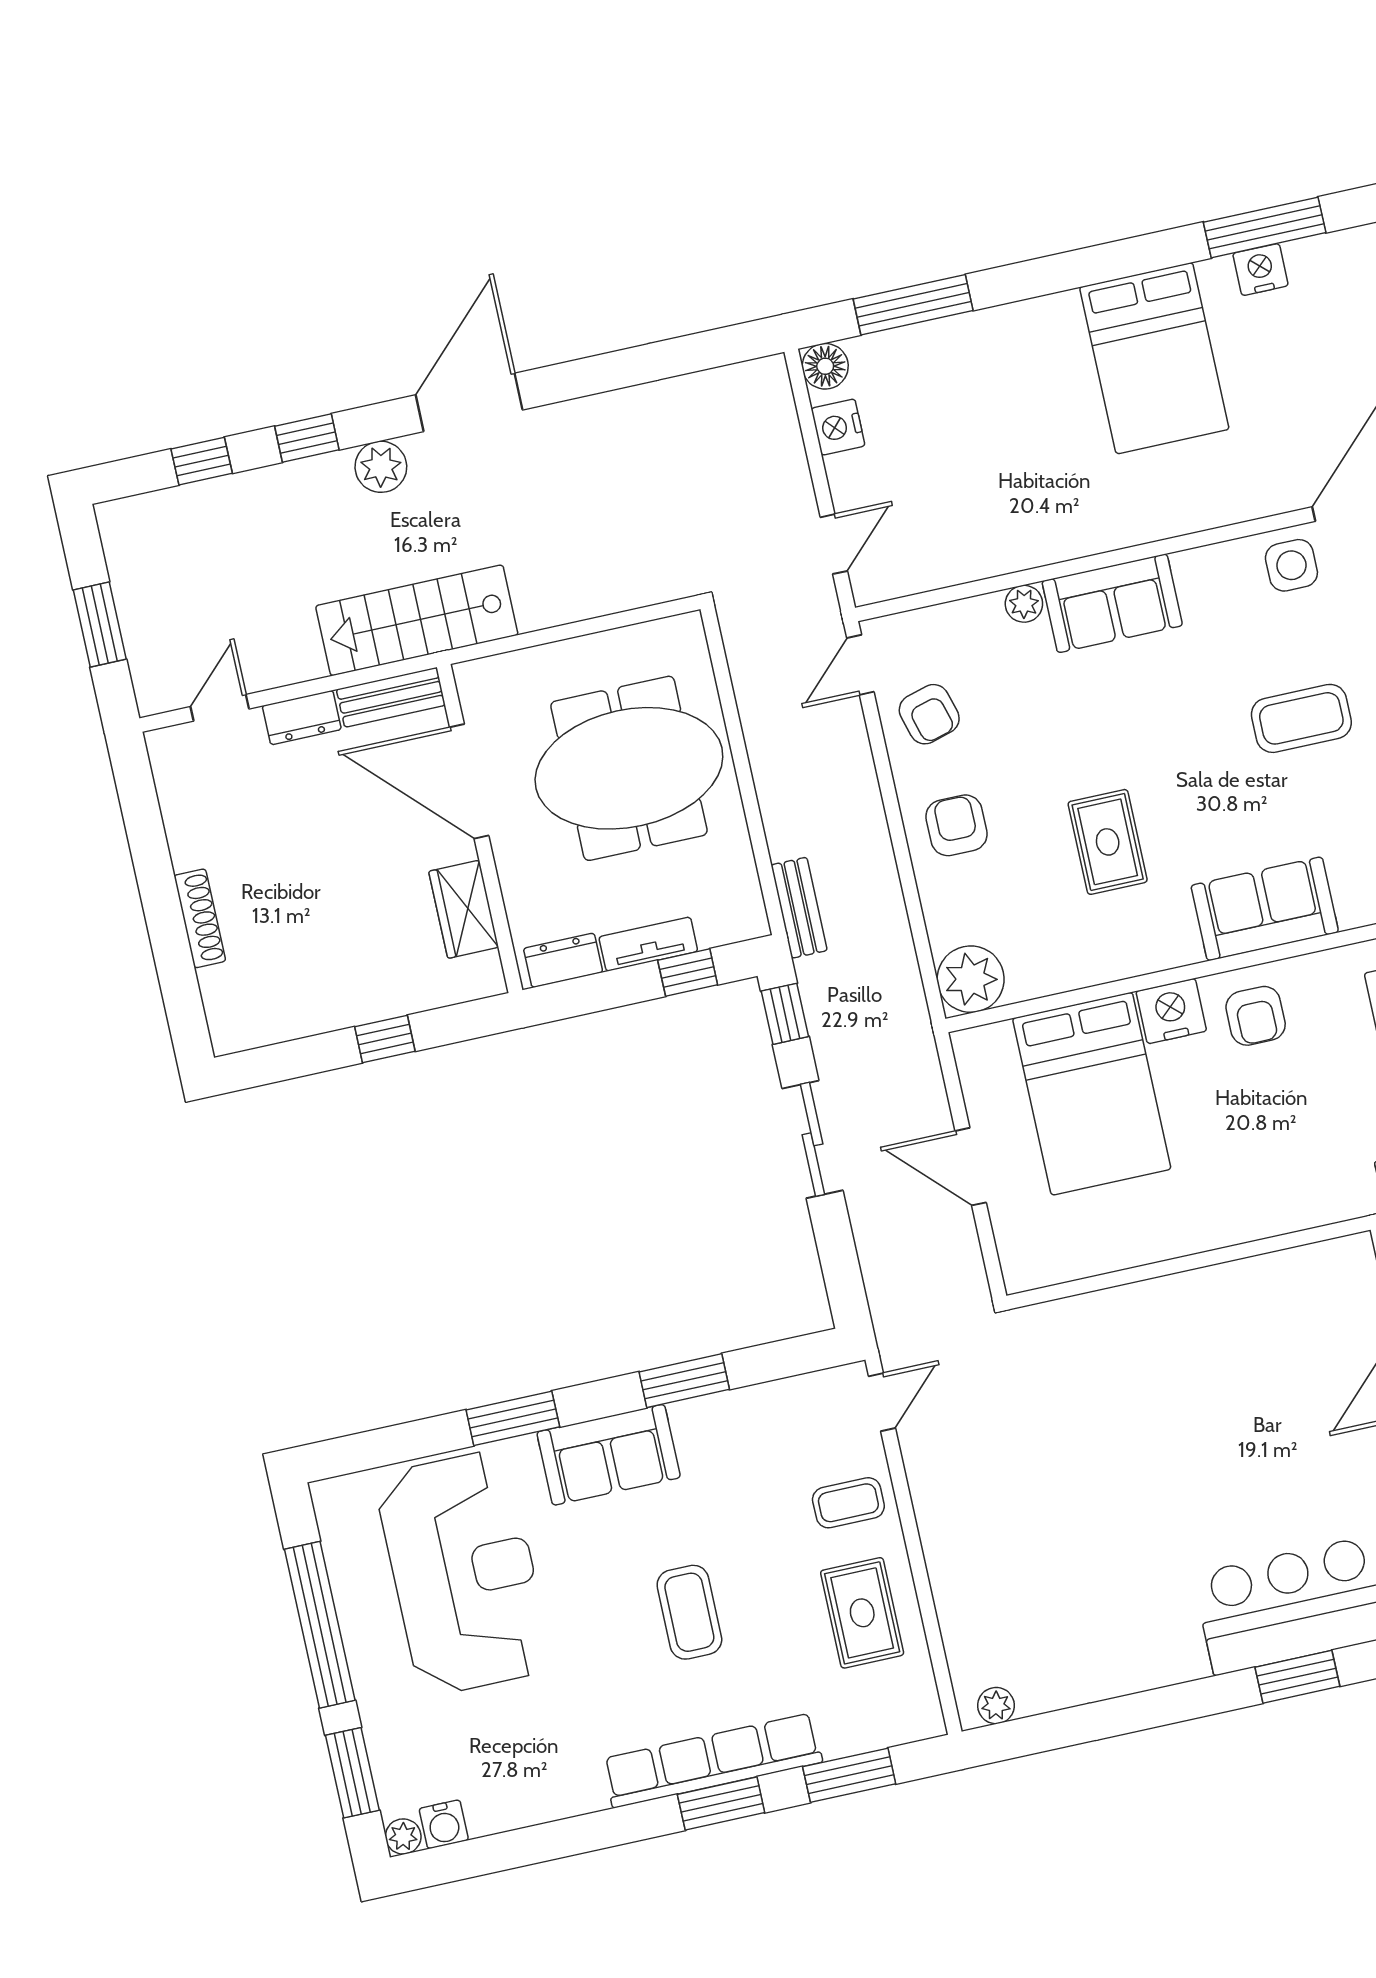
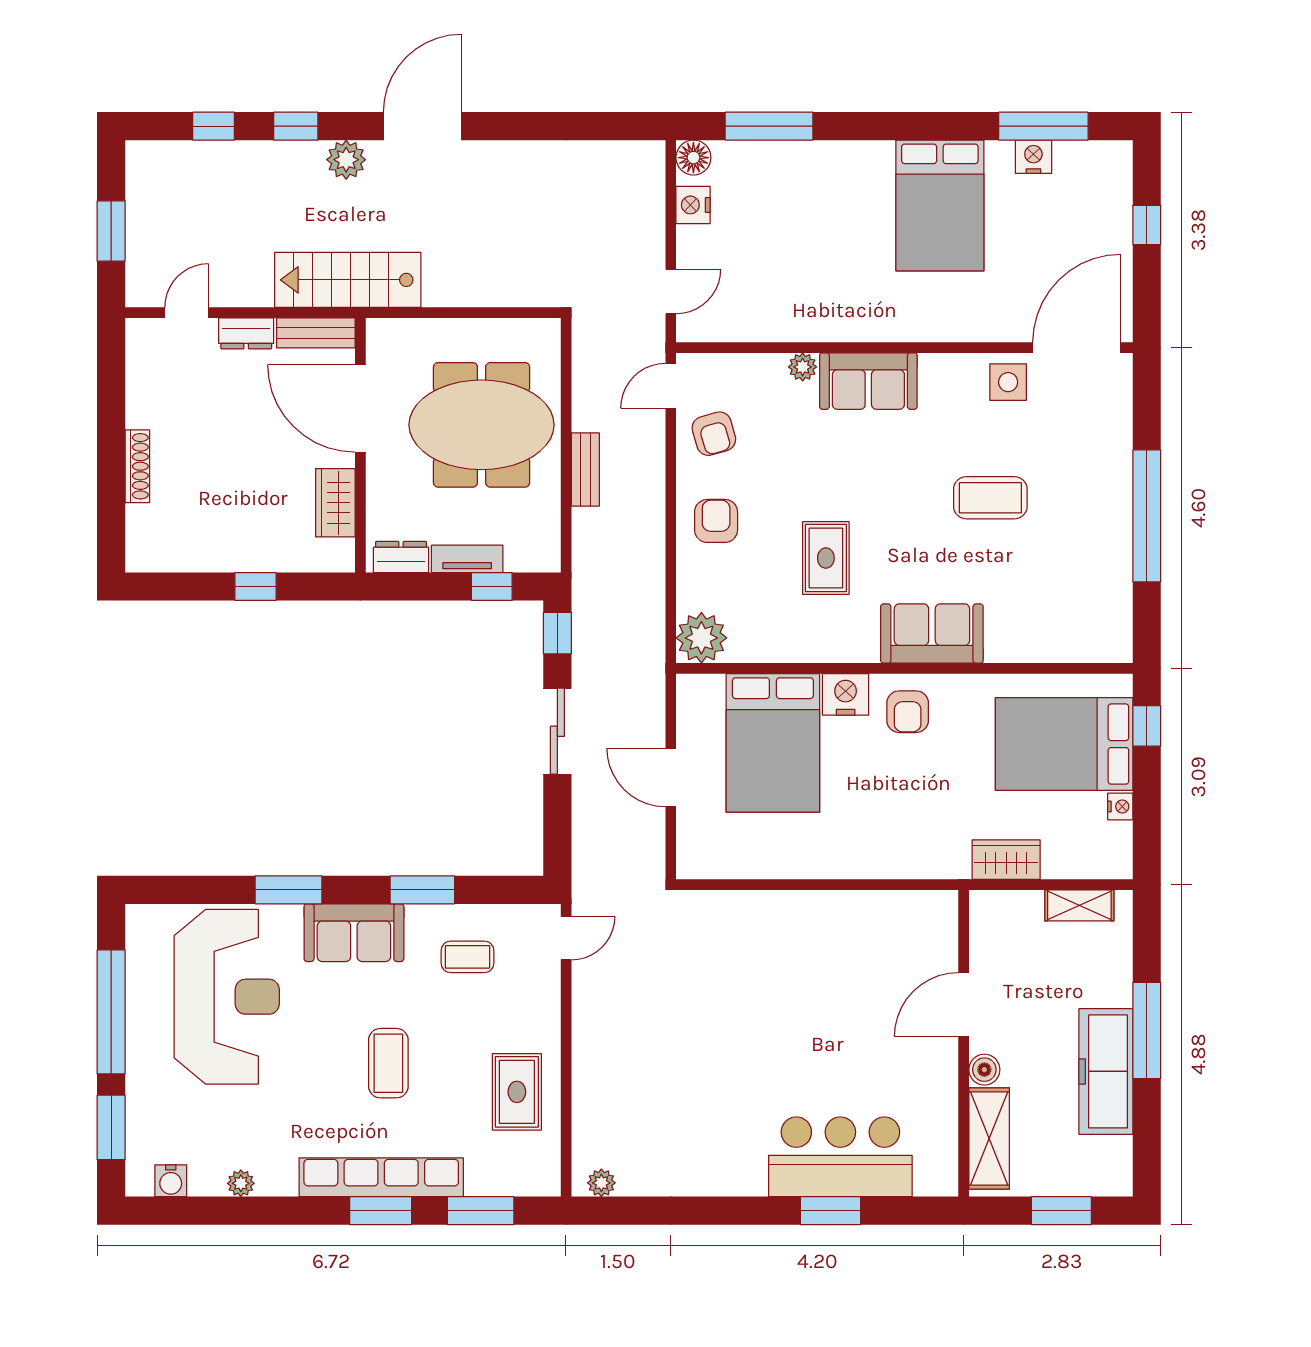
bench: (799, 908) -> (585, 469), moved
coffee table: (848, 1503) -> (468, 957), moved
plant: (403, 1836) -> (241, 1183), moved

